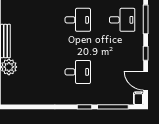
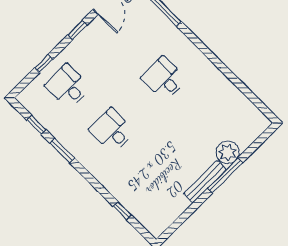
window: (146, 19) -> (44, 64), width x0.46
window: (85, 107) -> (192, 37), removed

